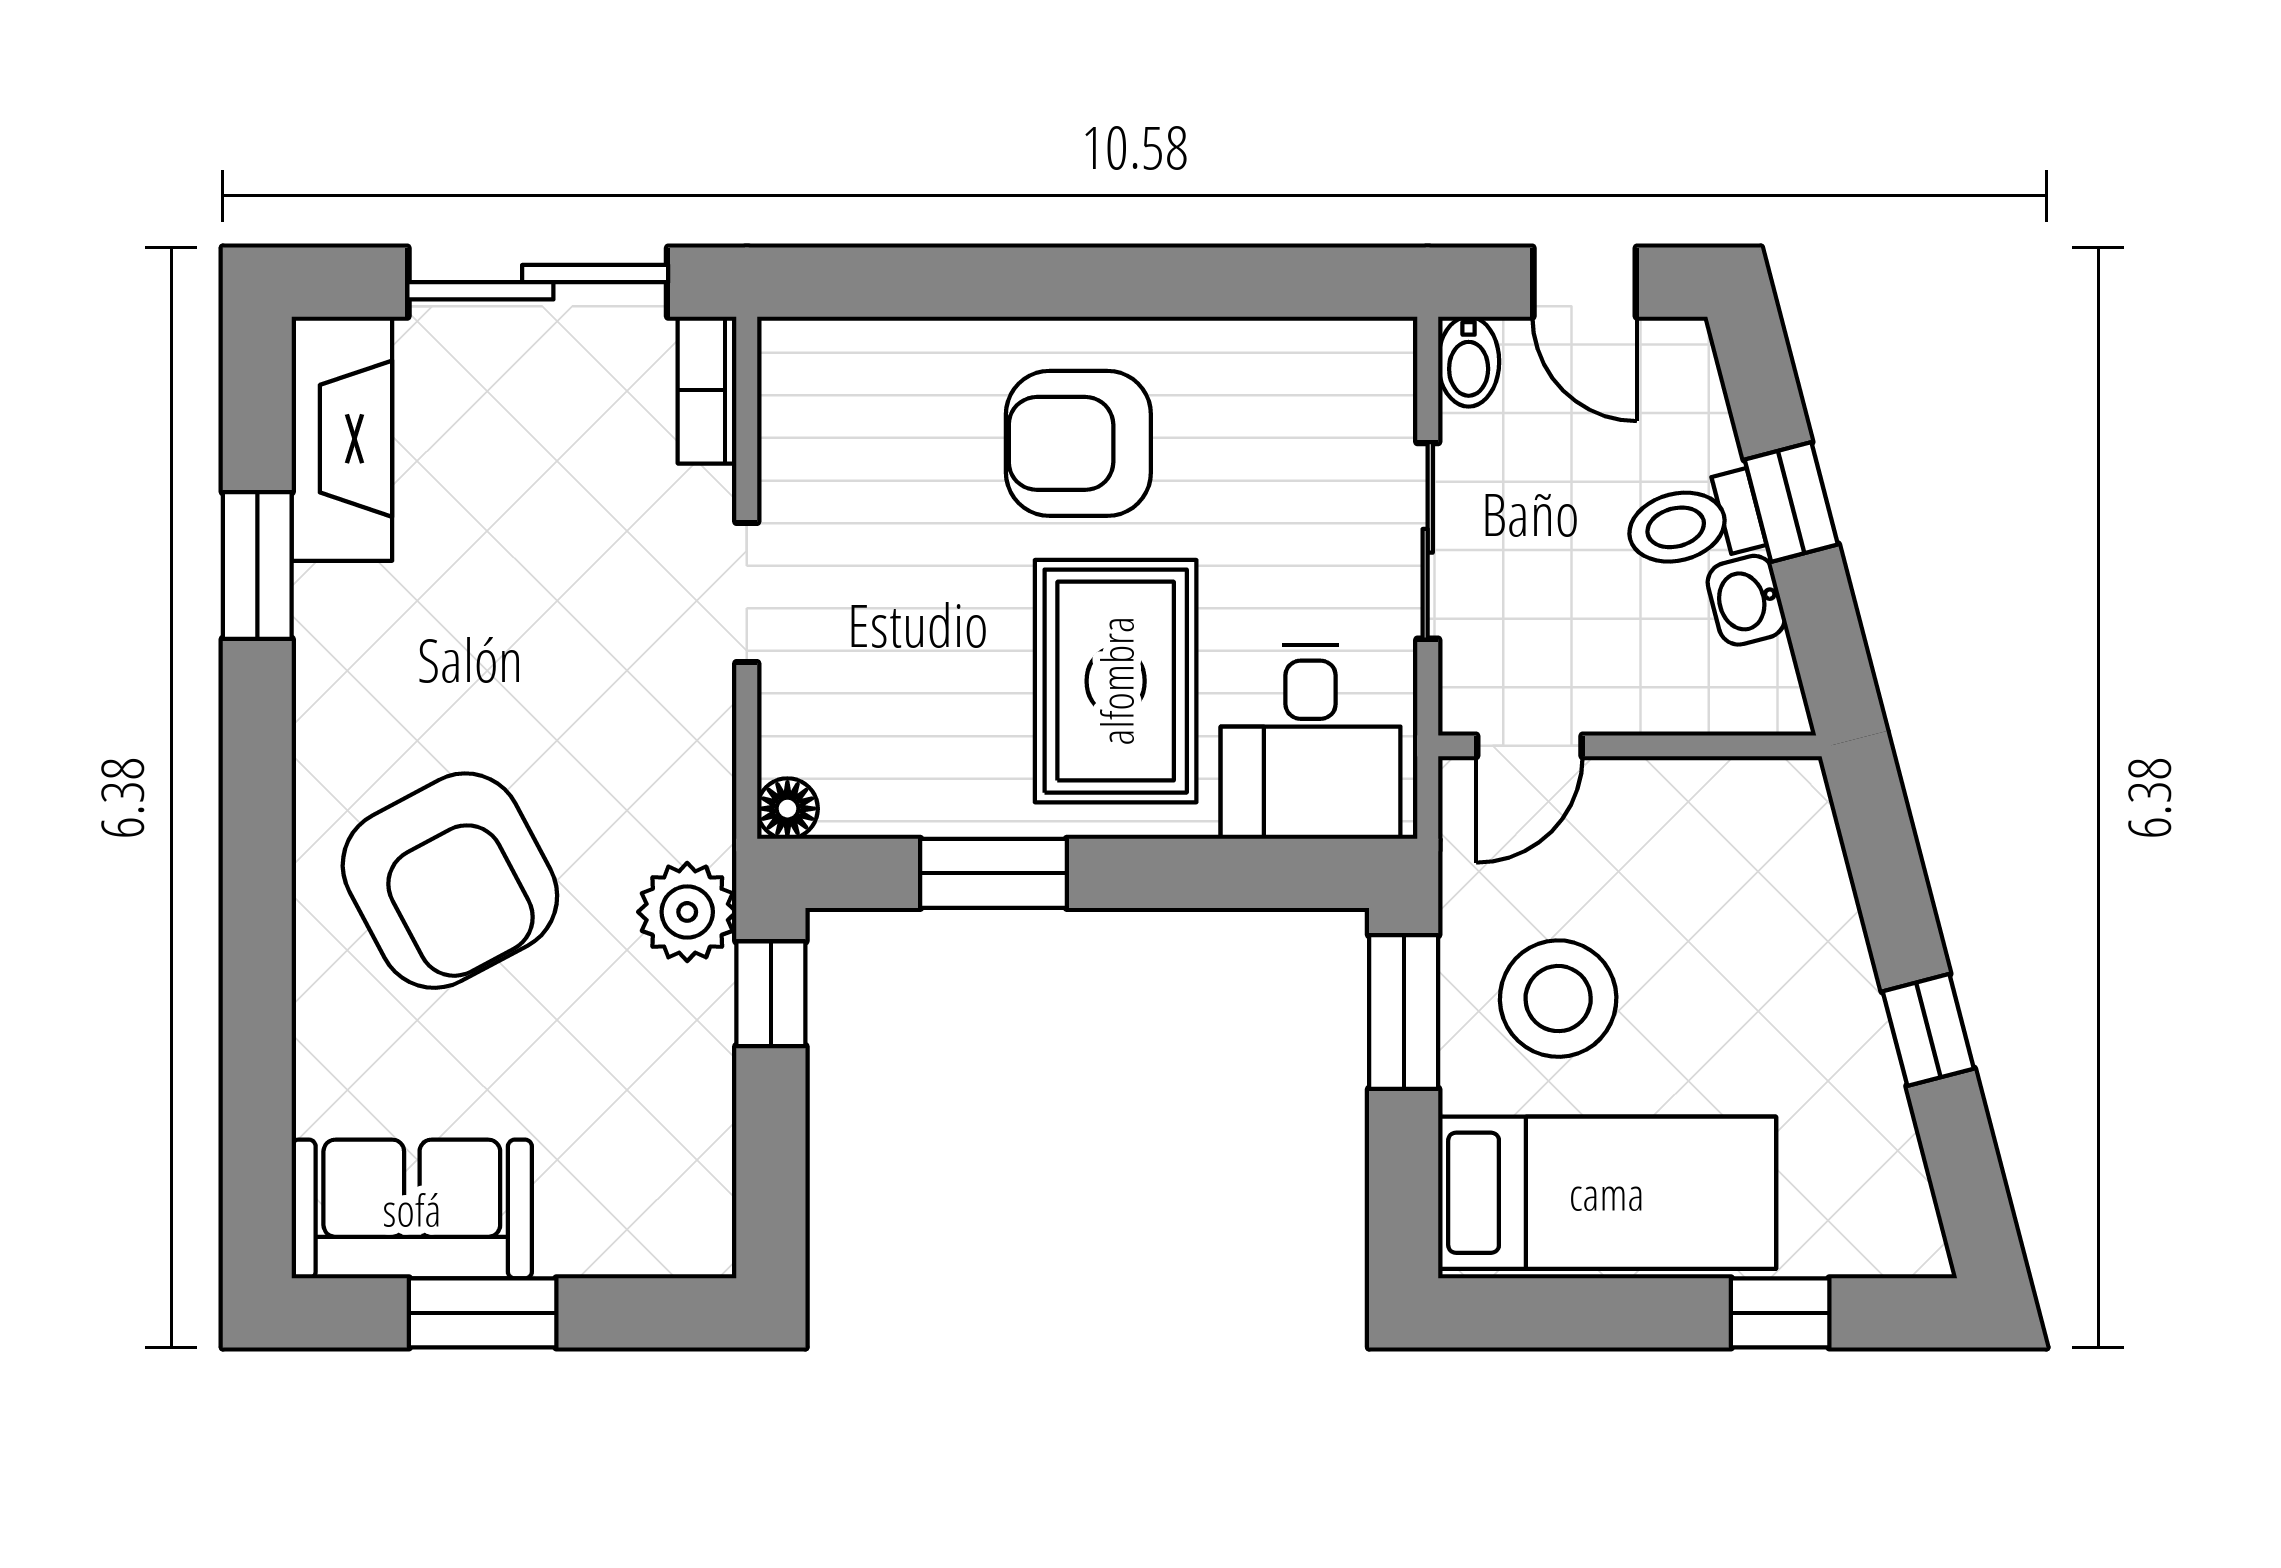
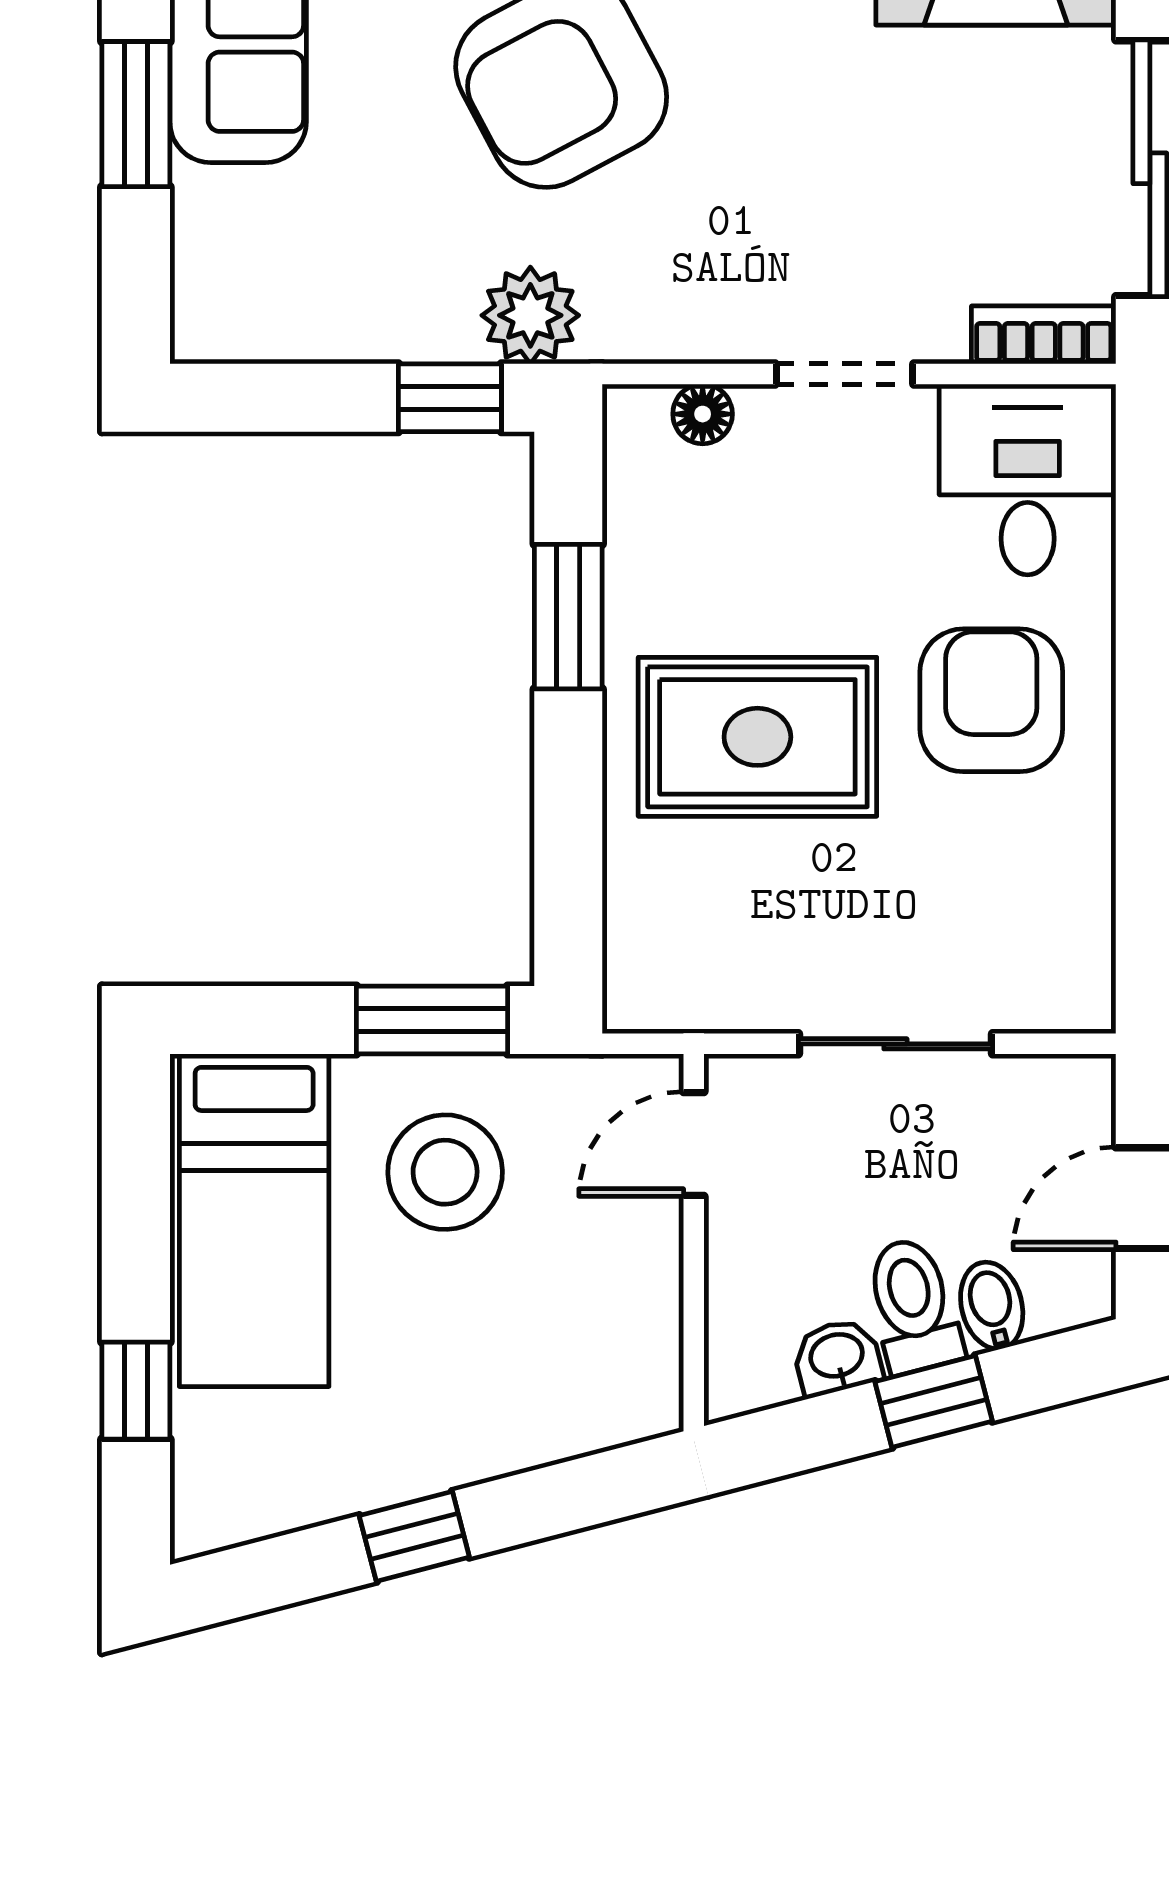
bidet: (1469, 362) -> (992, 1306), moved, turned 75
desk: (1311, 742) -> (1028, 480), moved, turned 90
door: (1529, 746) -> (694, 1144), hinge flipped
floor lamp: (787, 809) -> (703, 414), moved

